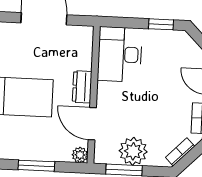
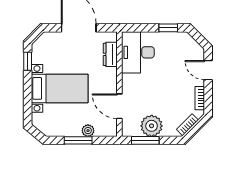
dresser: (82, 87) -> (110, 54), moved
plant: (80, 155) -> (88, 131), moved

